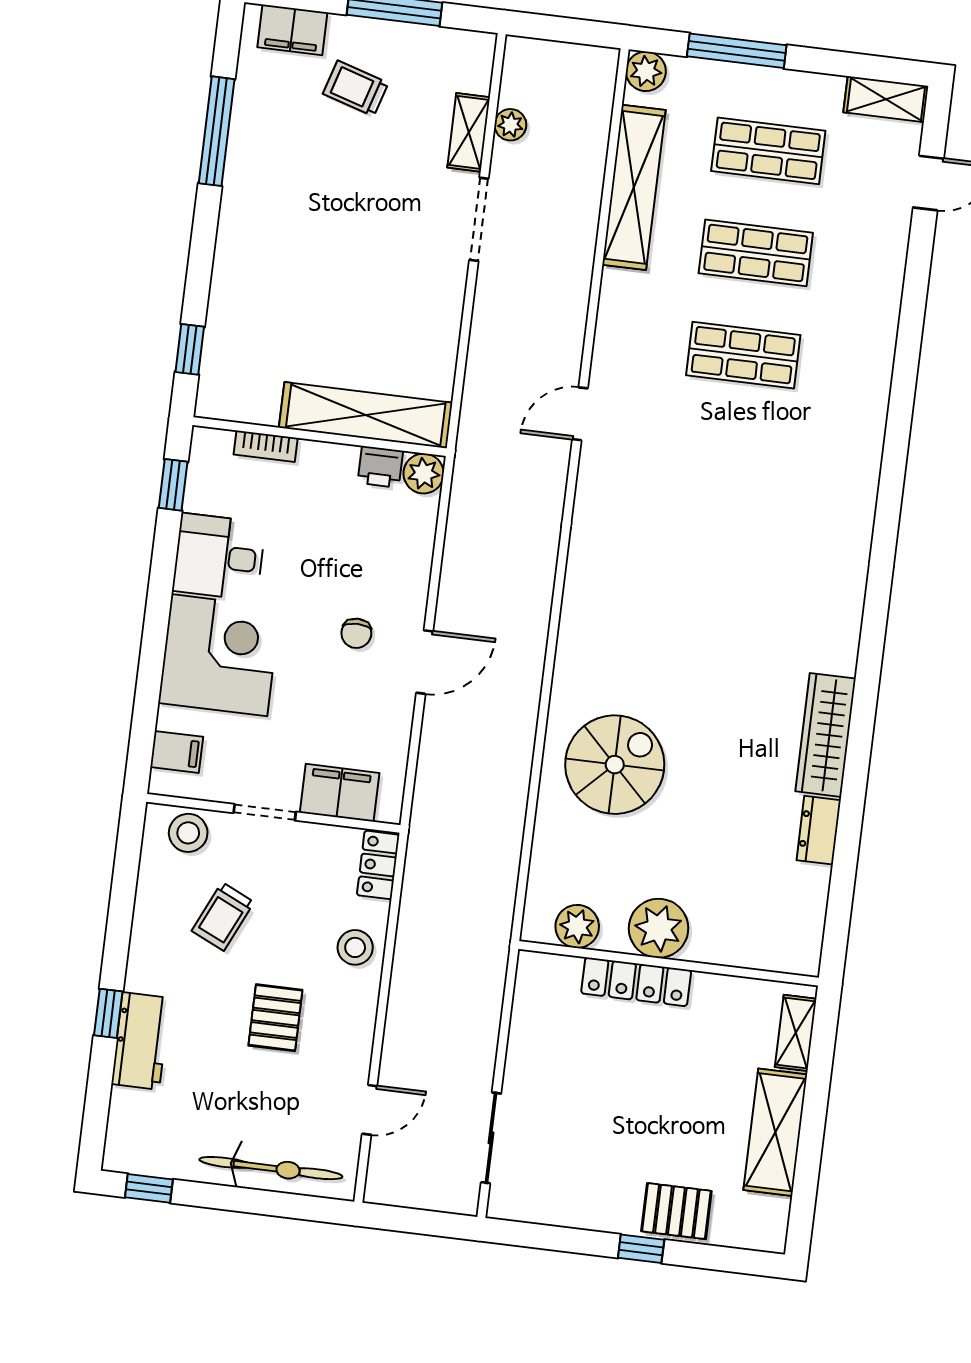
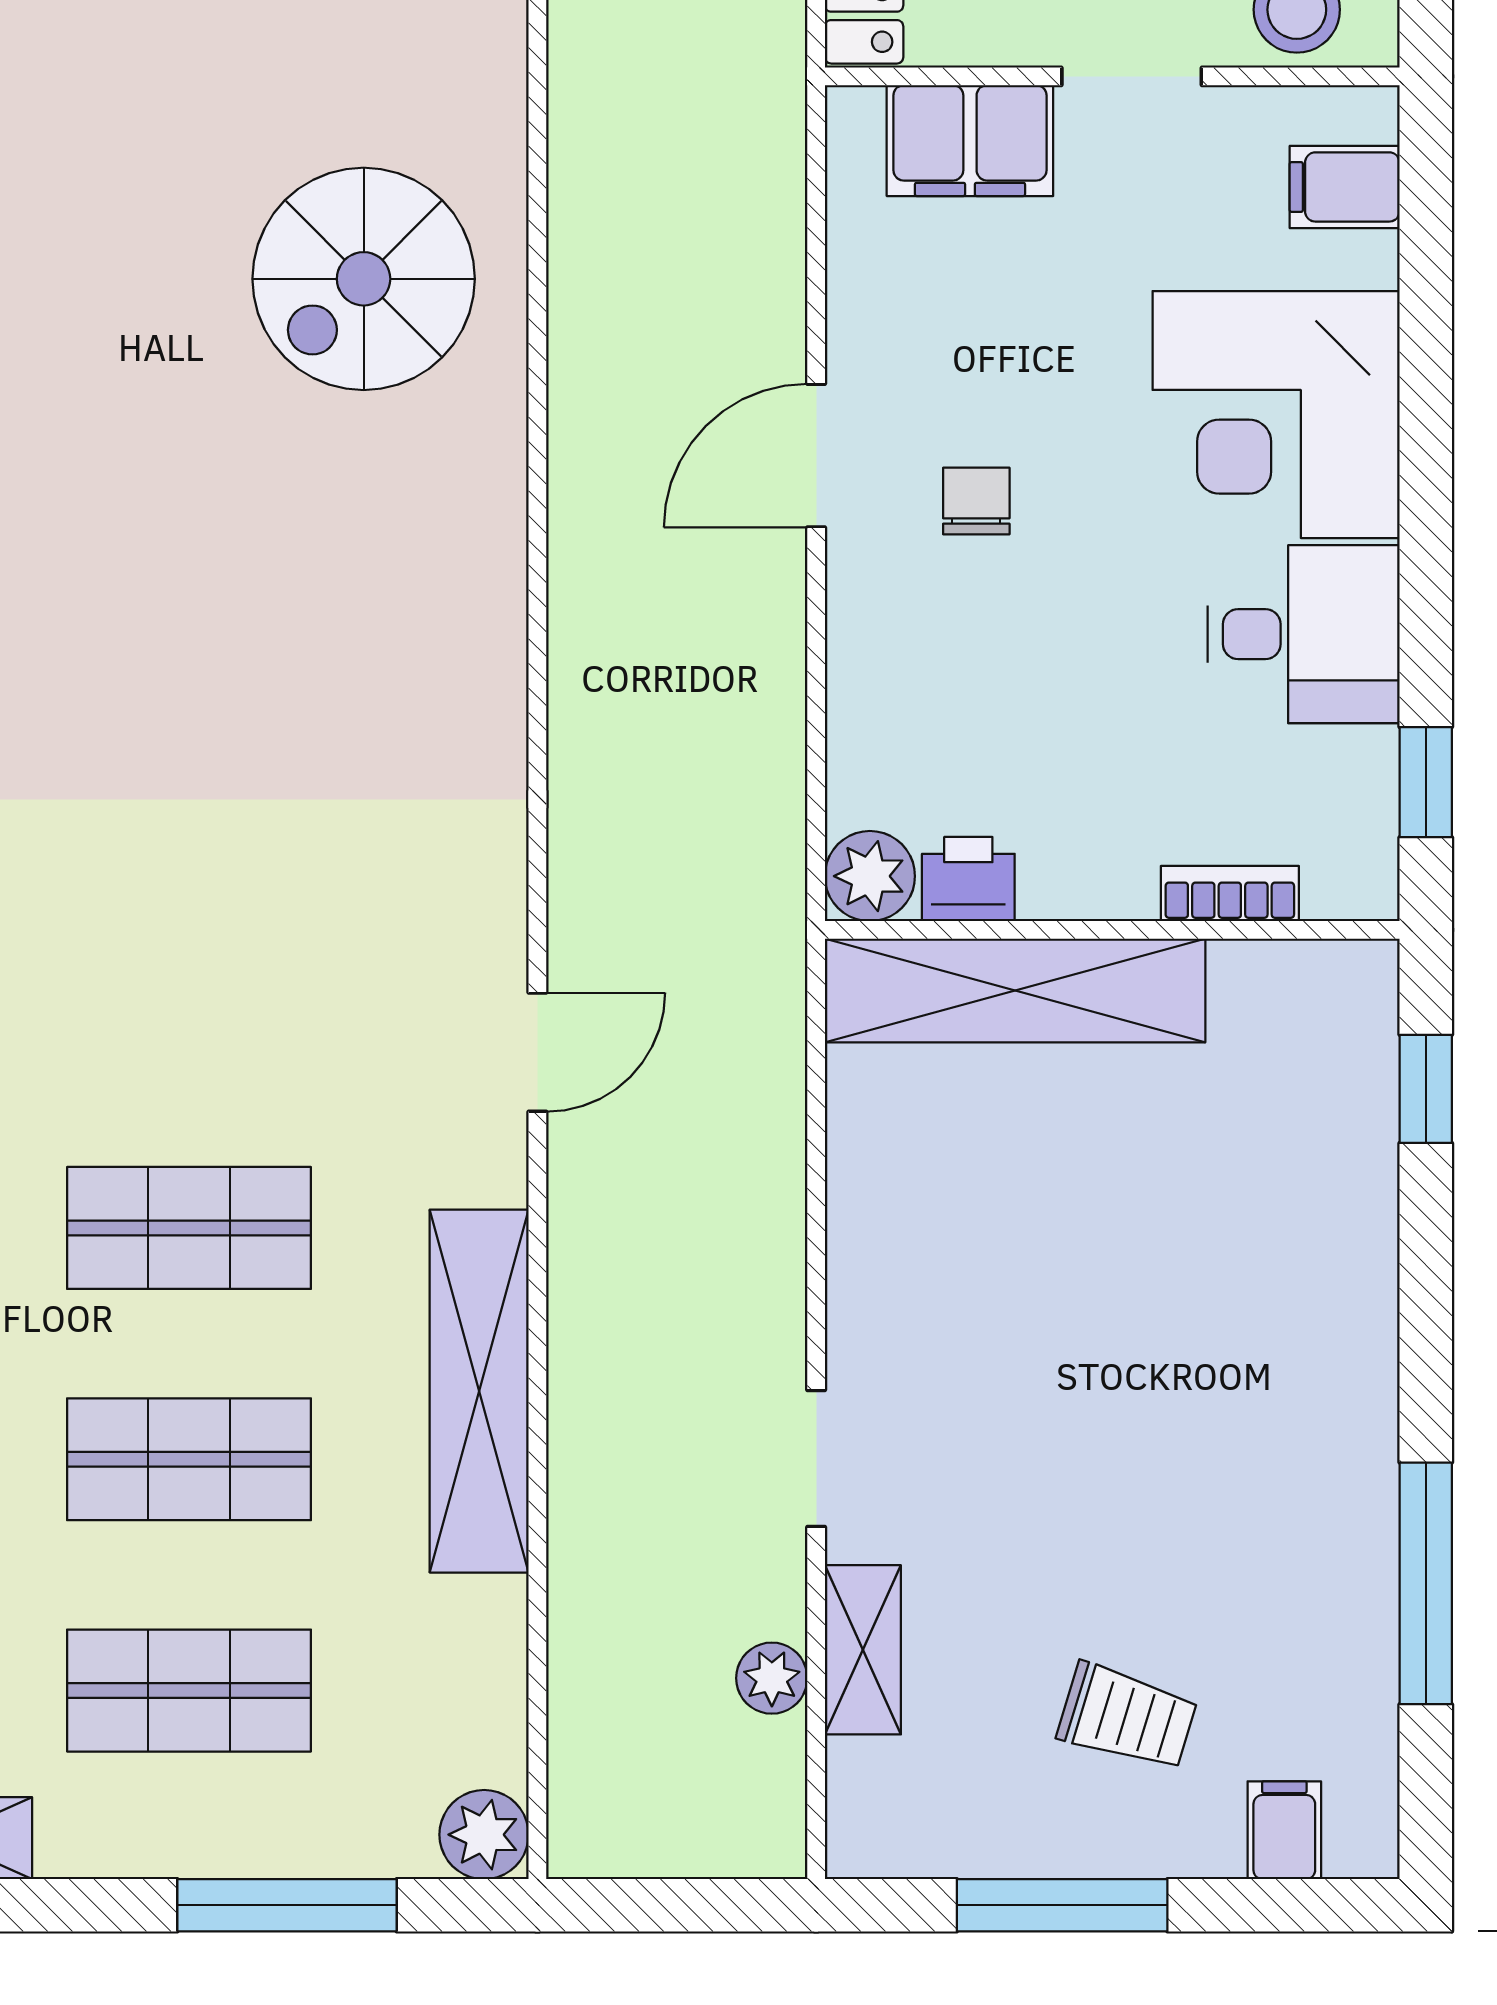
filing cabinet: (292, 30) -> (1284, 1830), width x0.50
shelving: (634, 187) -> (479, 1391), moved
doorway: (479, 219) -> (816, 1458), width x0.73

